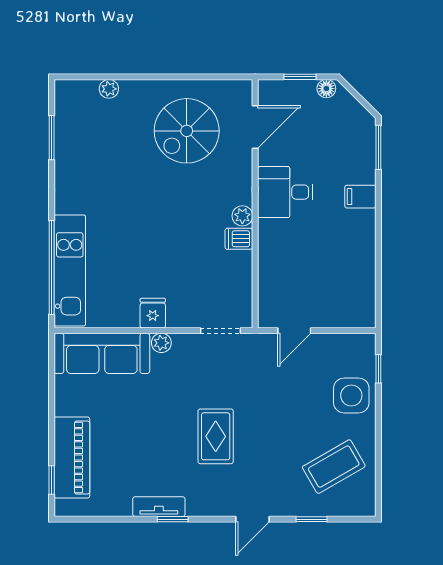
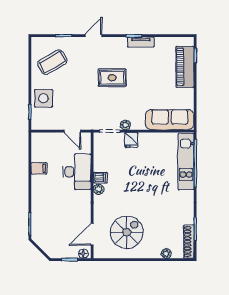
floor lamp: (326, 89) -> (83, 254), moved
shoe rack: (64, 112) -> (189, 242), added
desk: (285, 192) -> (77, 172), moved, width x1.37
filing cabinet: (360, 197) -> (39, 168), moved
fridge: (153, 313) -> (131, 140), moved
door: (294, 331) -> (72, 131), swing flipped
plant: (161, 343) -> (125, 125), moved
rug: (216, 436) -> (112, 78), turned 90

